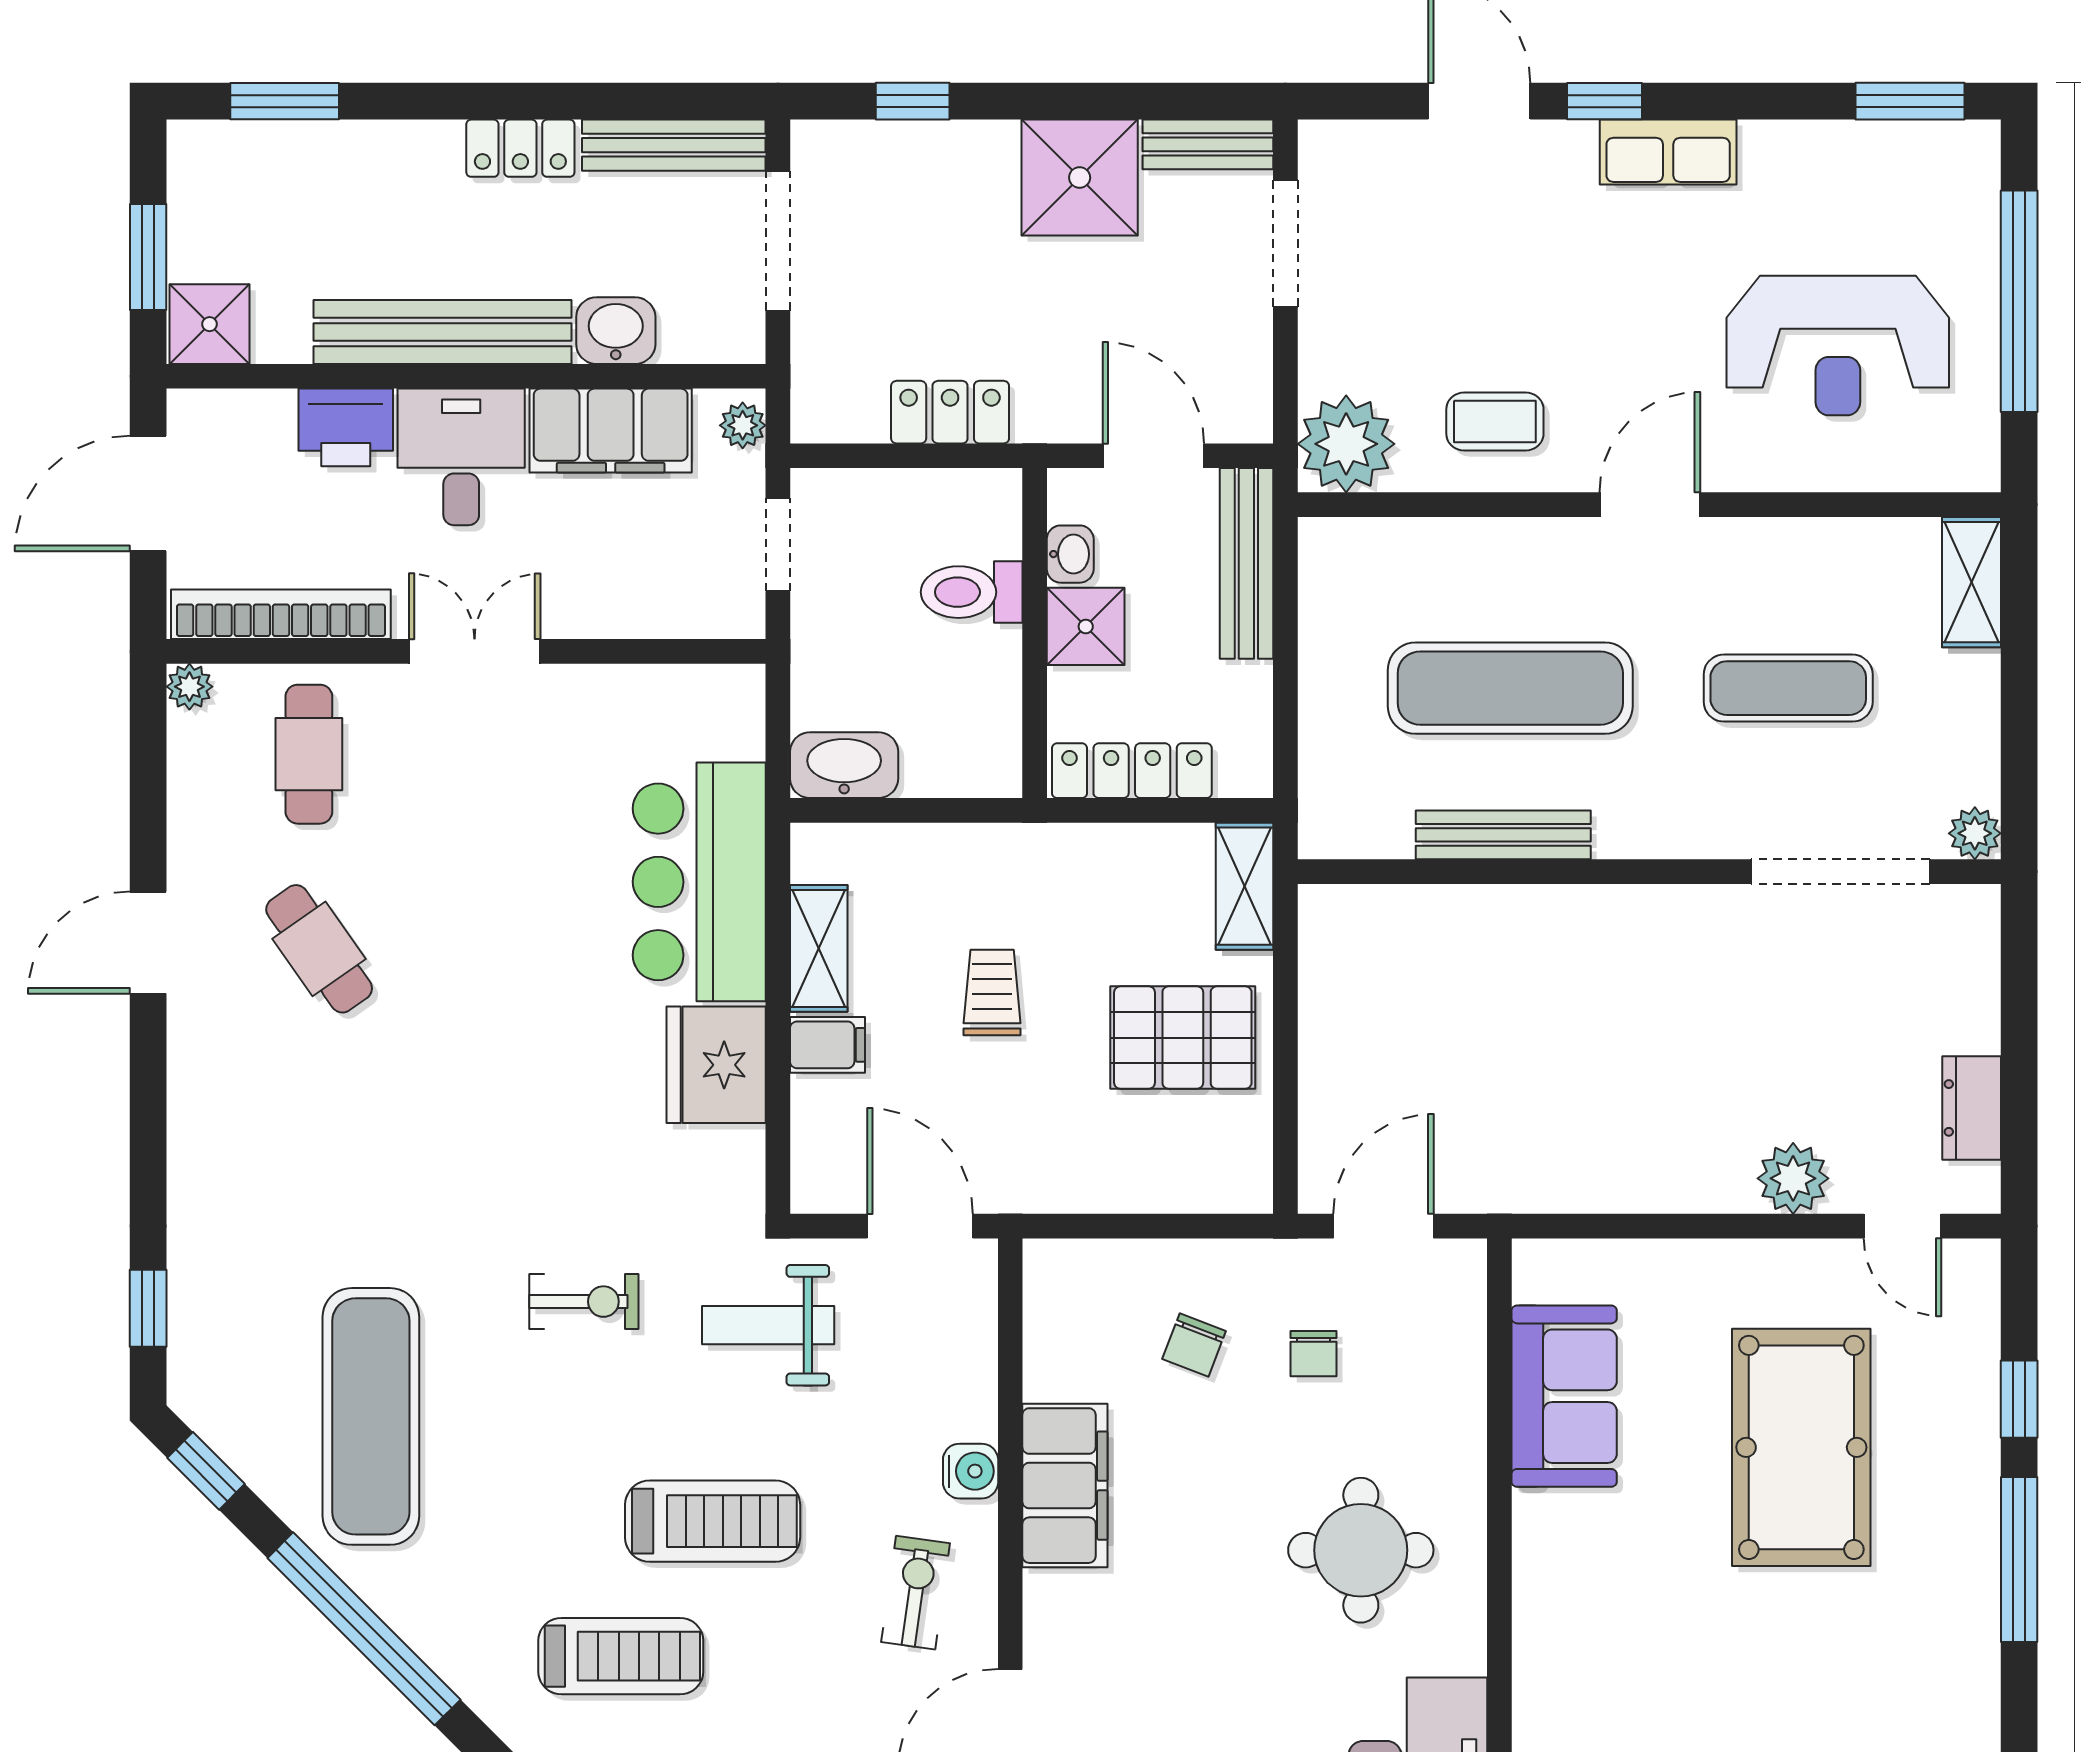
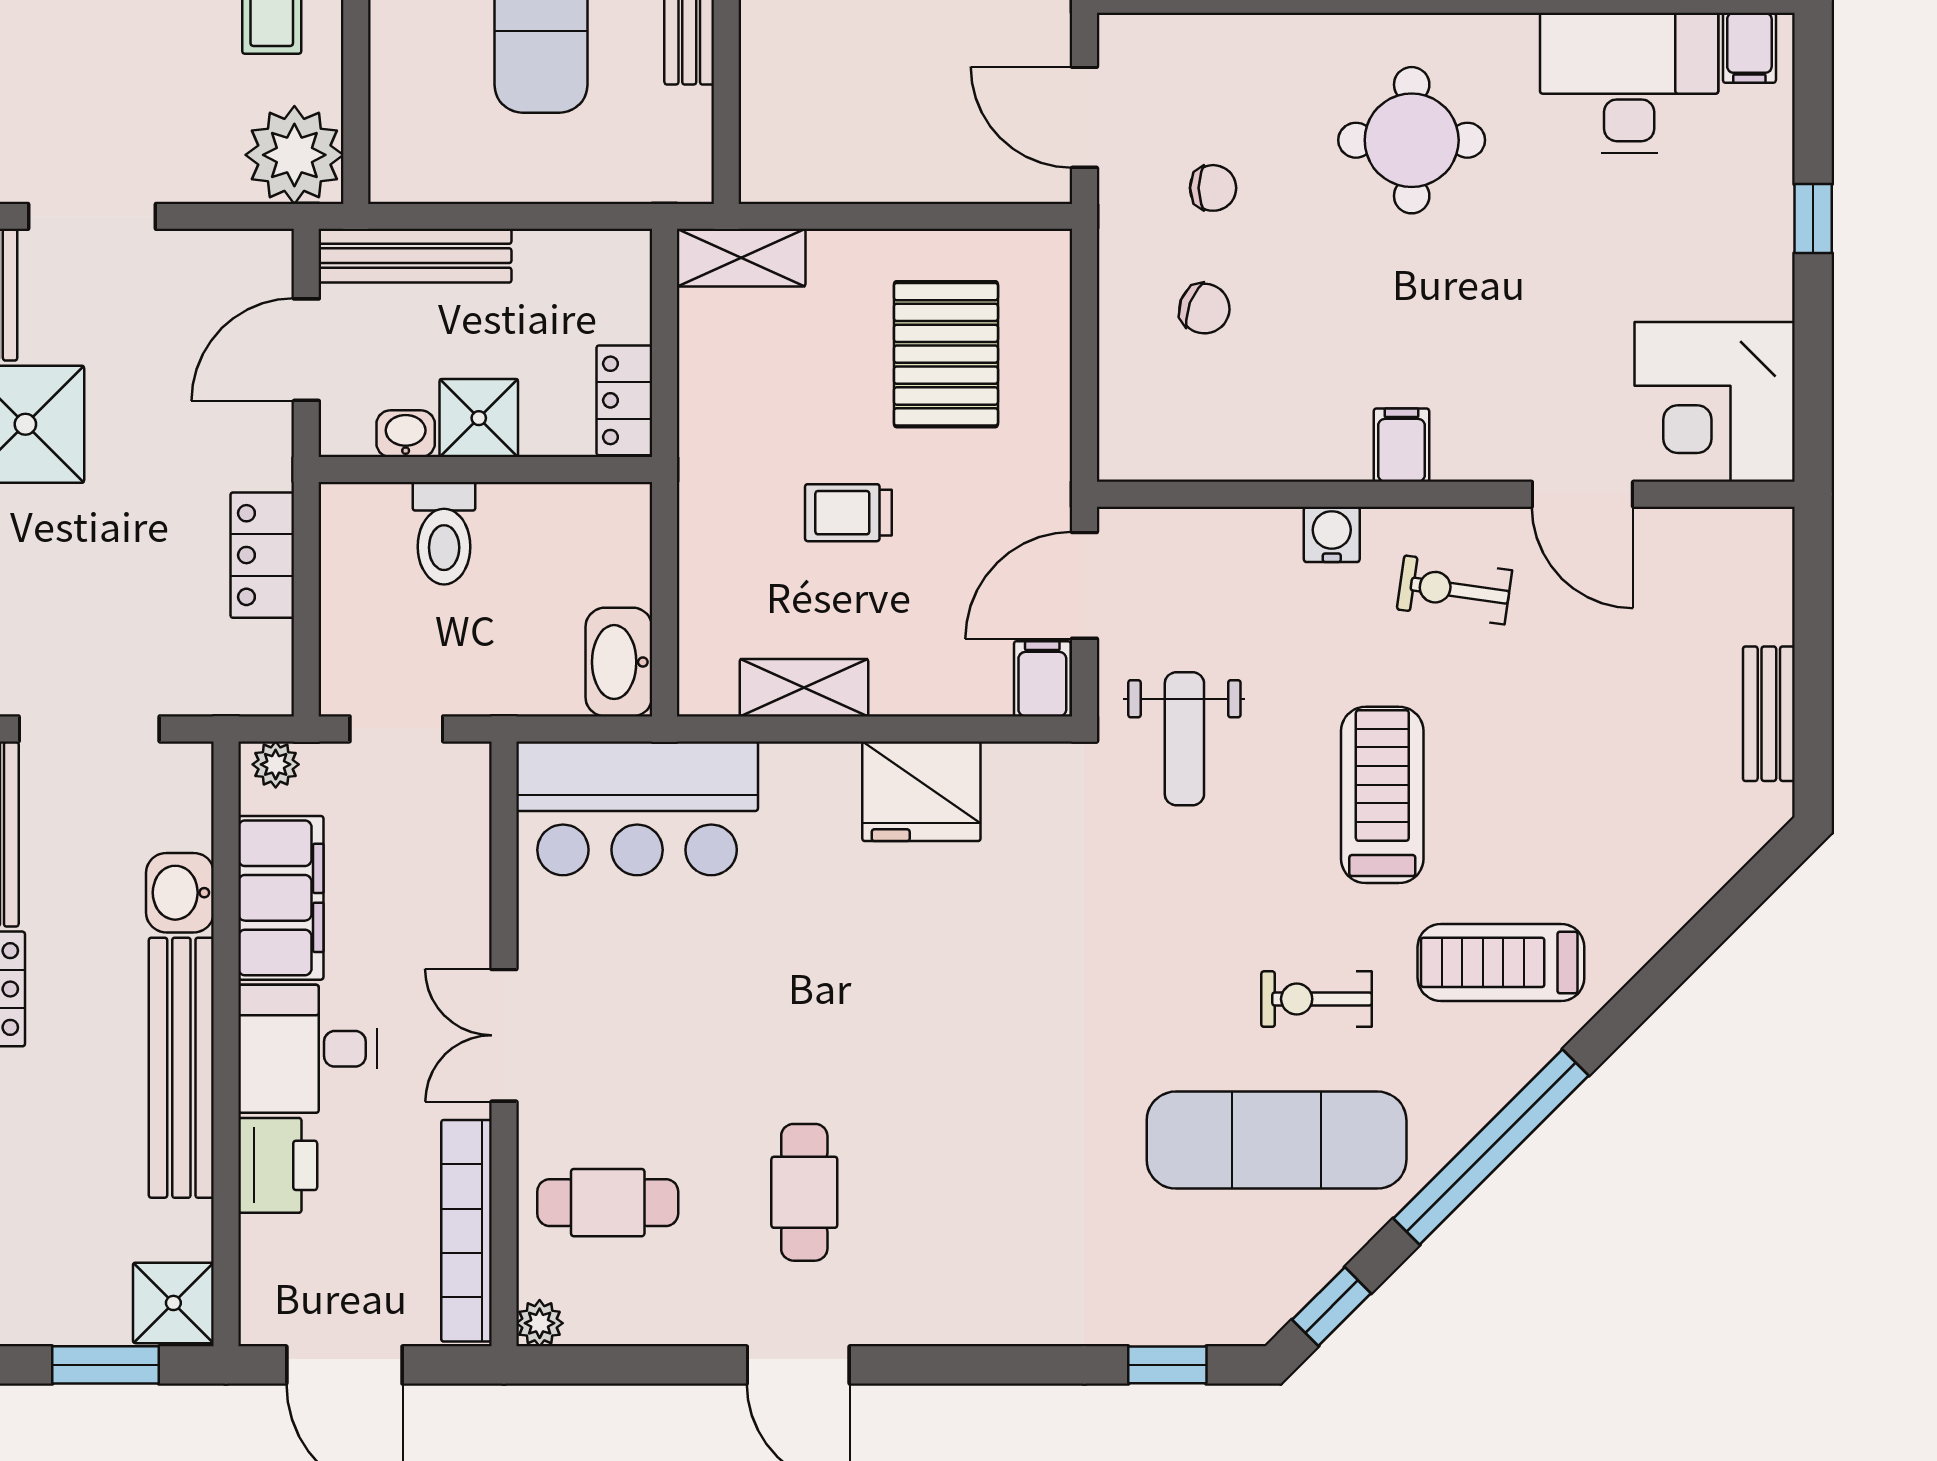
locker: (1132, 771) -> (624, 400), width x0.66
bar counter: (699, 882) -> (637, 808), moved
cafe table: (319, 949) -> (804, 1192), turned -55
pallet: (1183, 1038) -> (946, 354), moved
filing cabinet: (827, 1045) -> (1042, 679), moved
exercise bike: (584, 1302) -> (1316, 999), moved, turned -90
filing cabinet: (1065, 1486) -> (1401, 445), width x0.33, depth x0.86
treadmill: (621, 1656) -> (1501, 962), moved, turned -90

